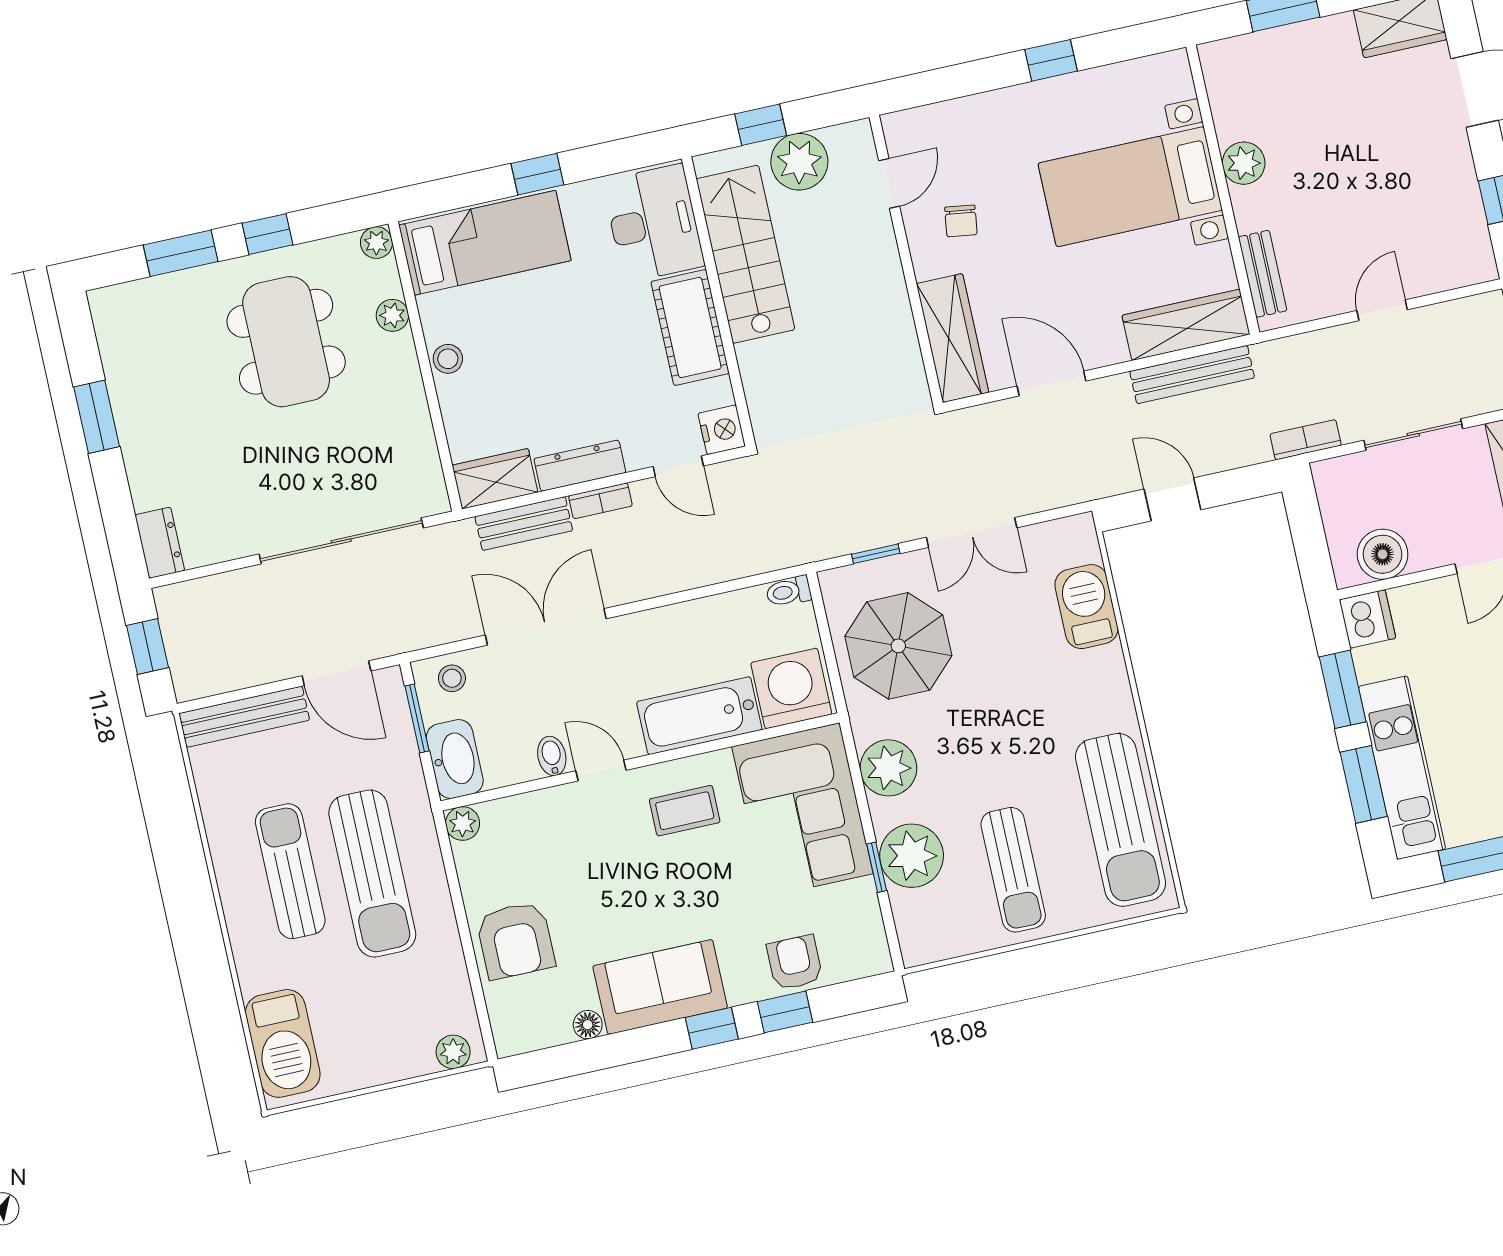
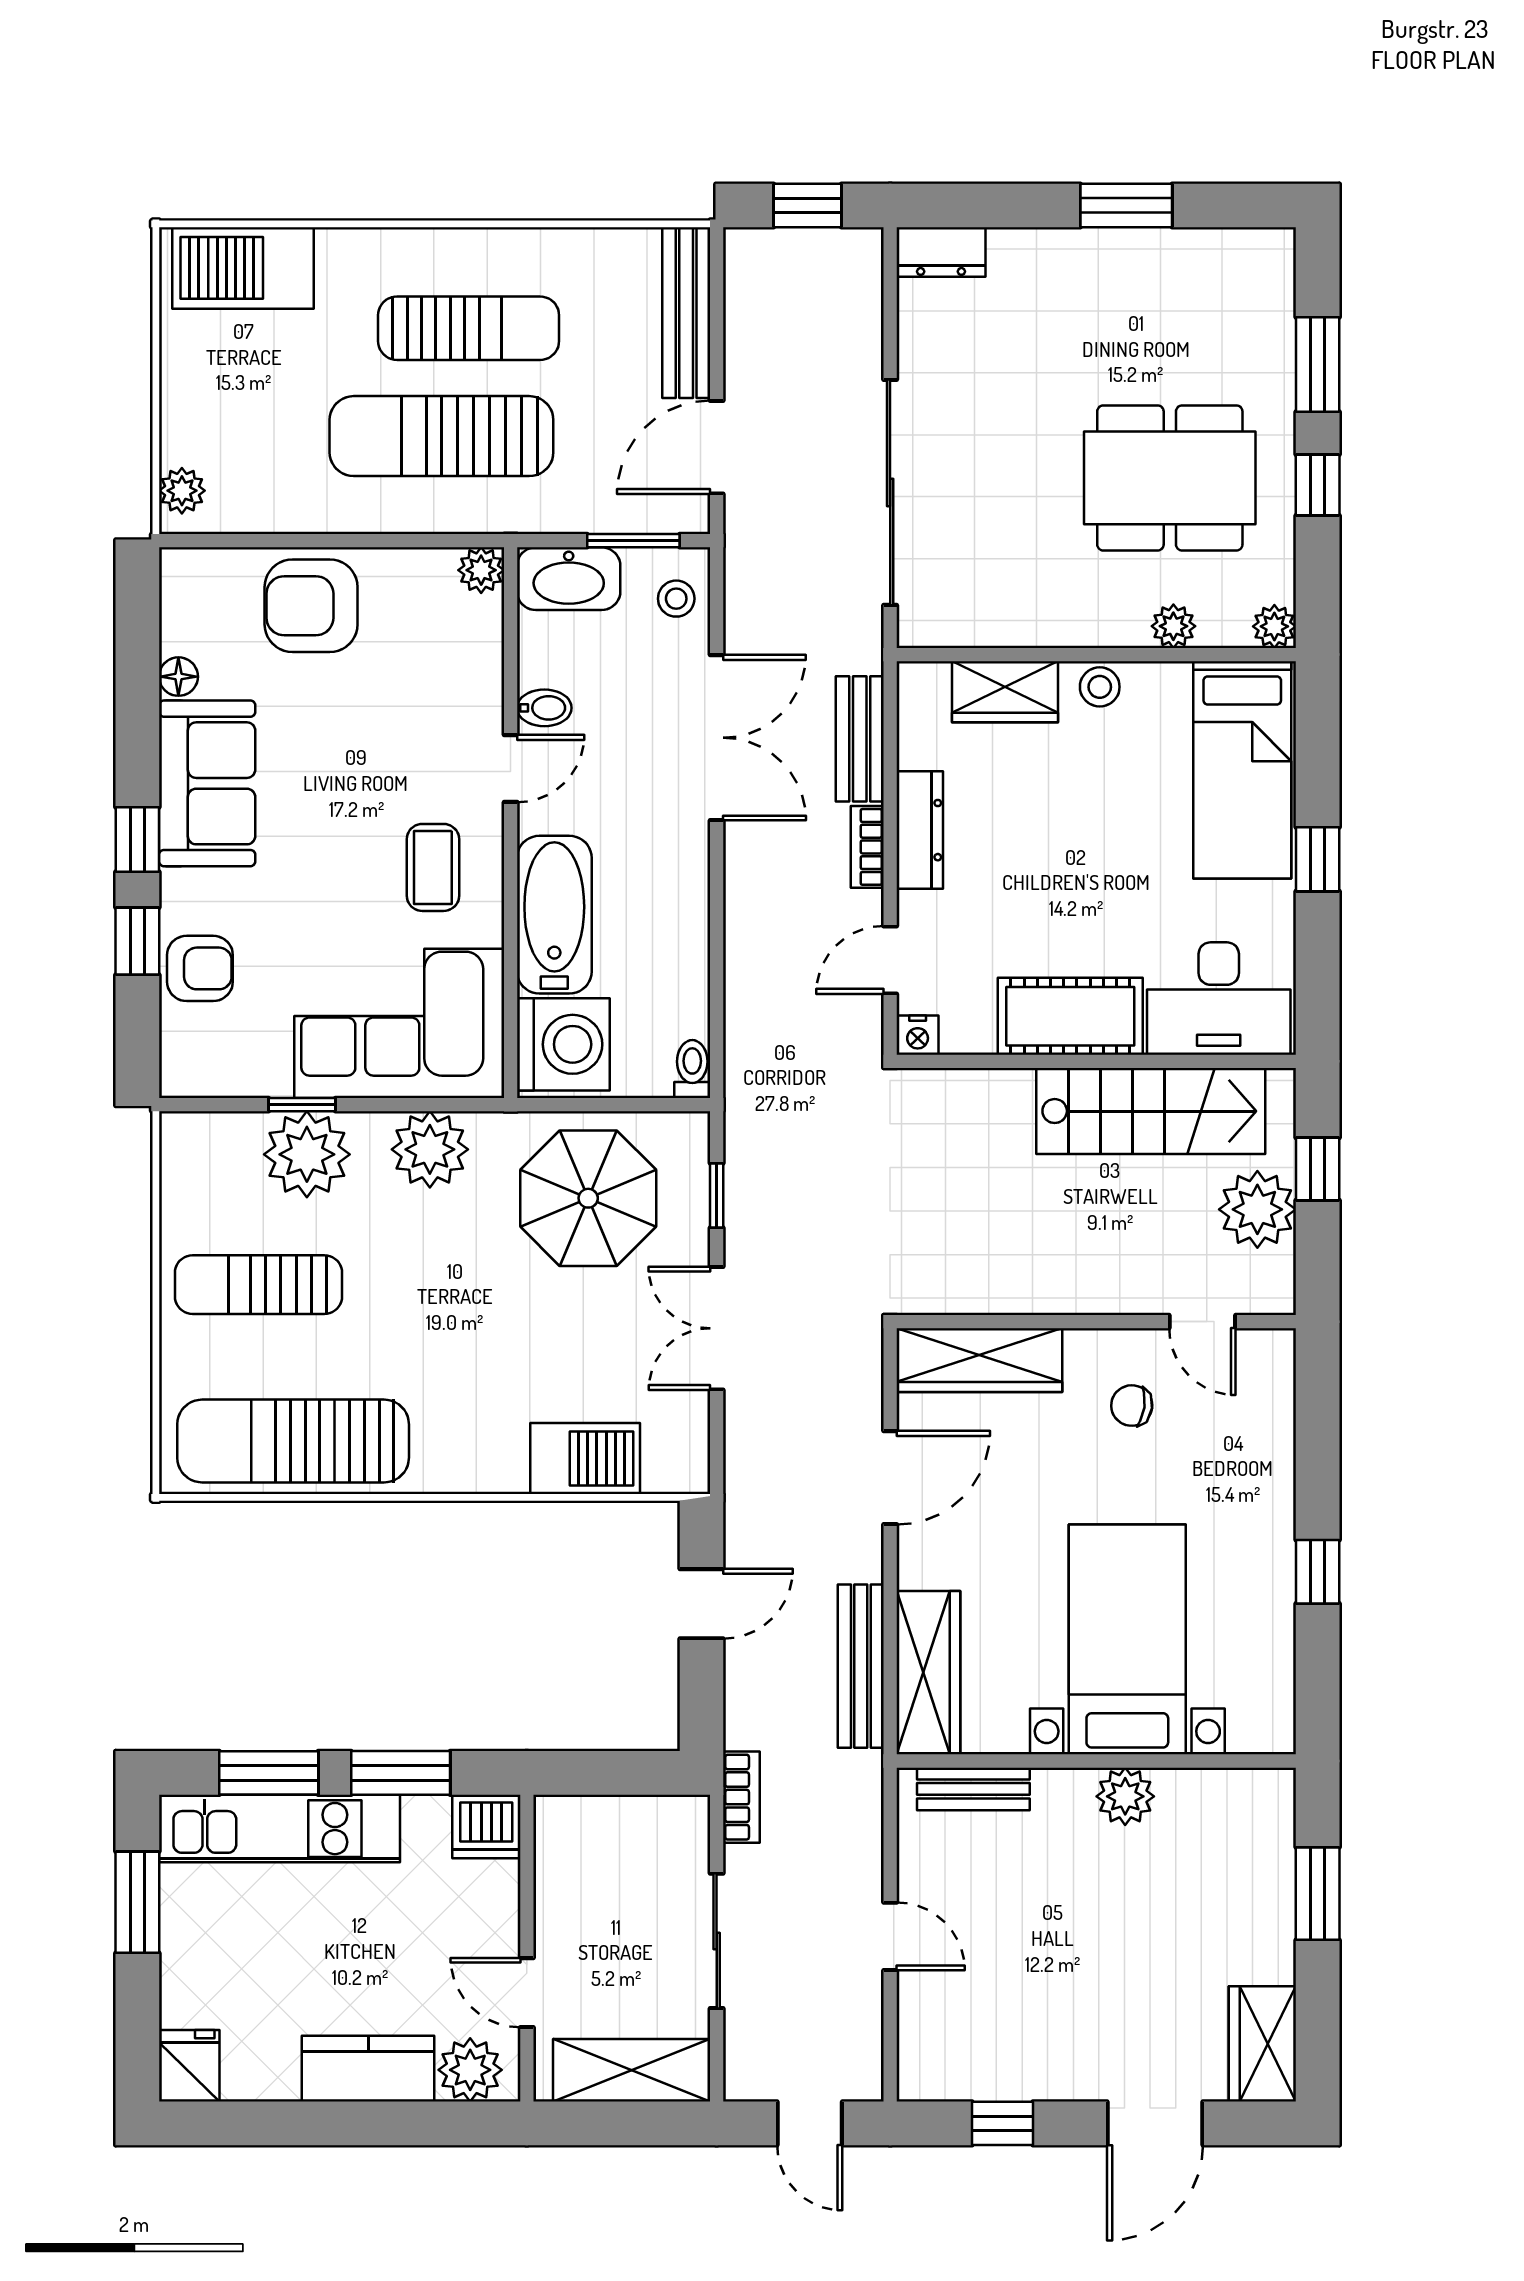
nightstand: (722, 430) -> (918, 1035), width x0.72, depth x0.74
wardrobe: (495, 479) -> (1005, 692), moved, turned 90
boiler: (1383, 554) -> (567, 1865), removed

